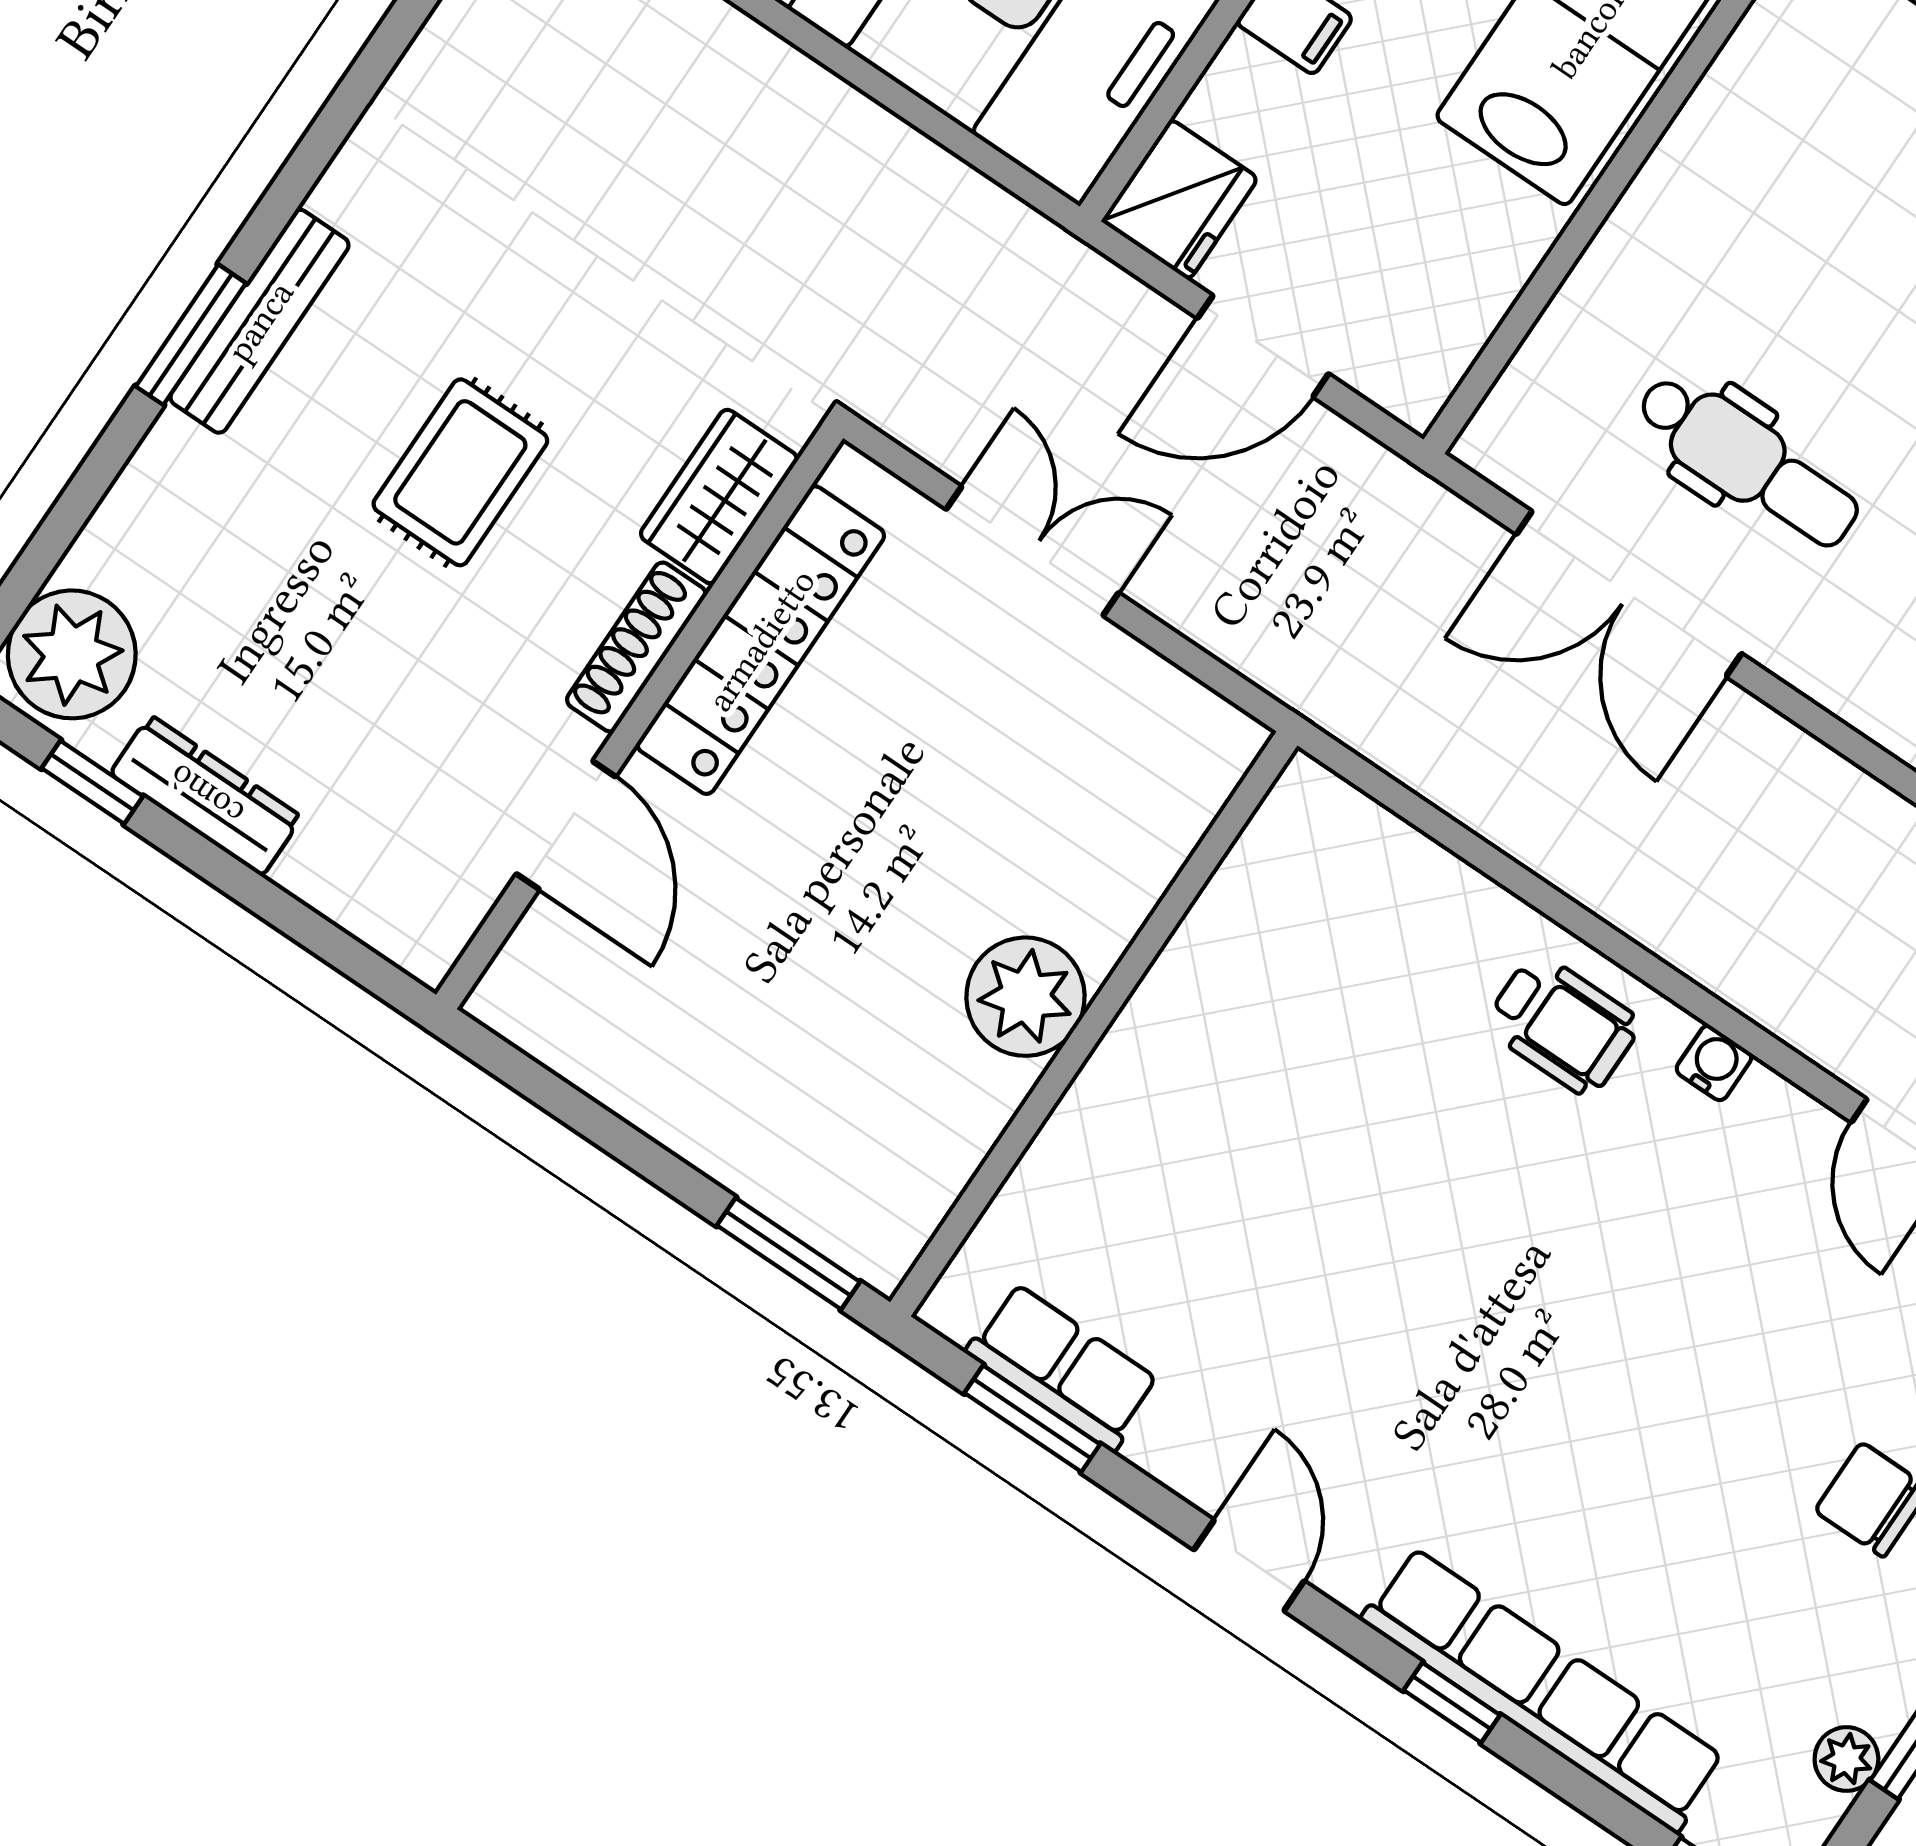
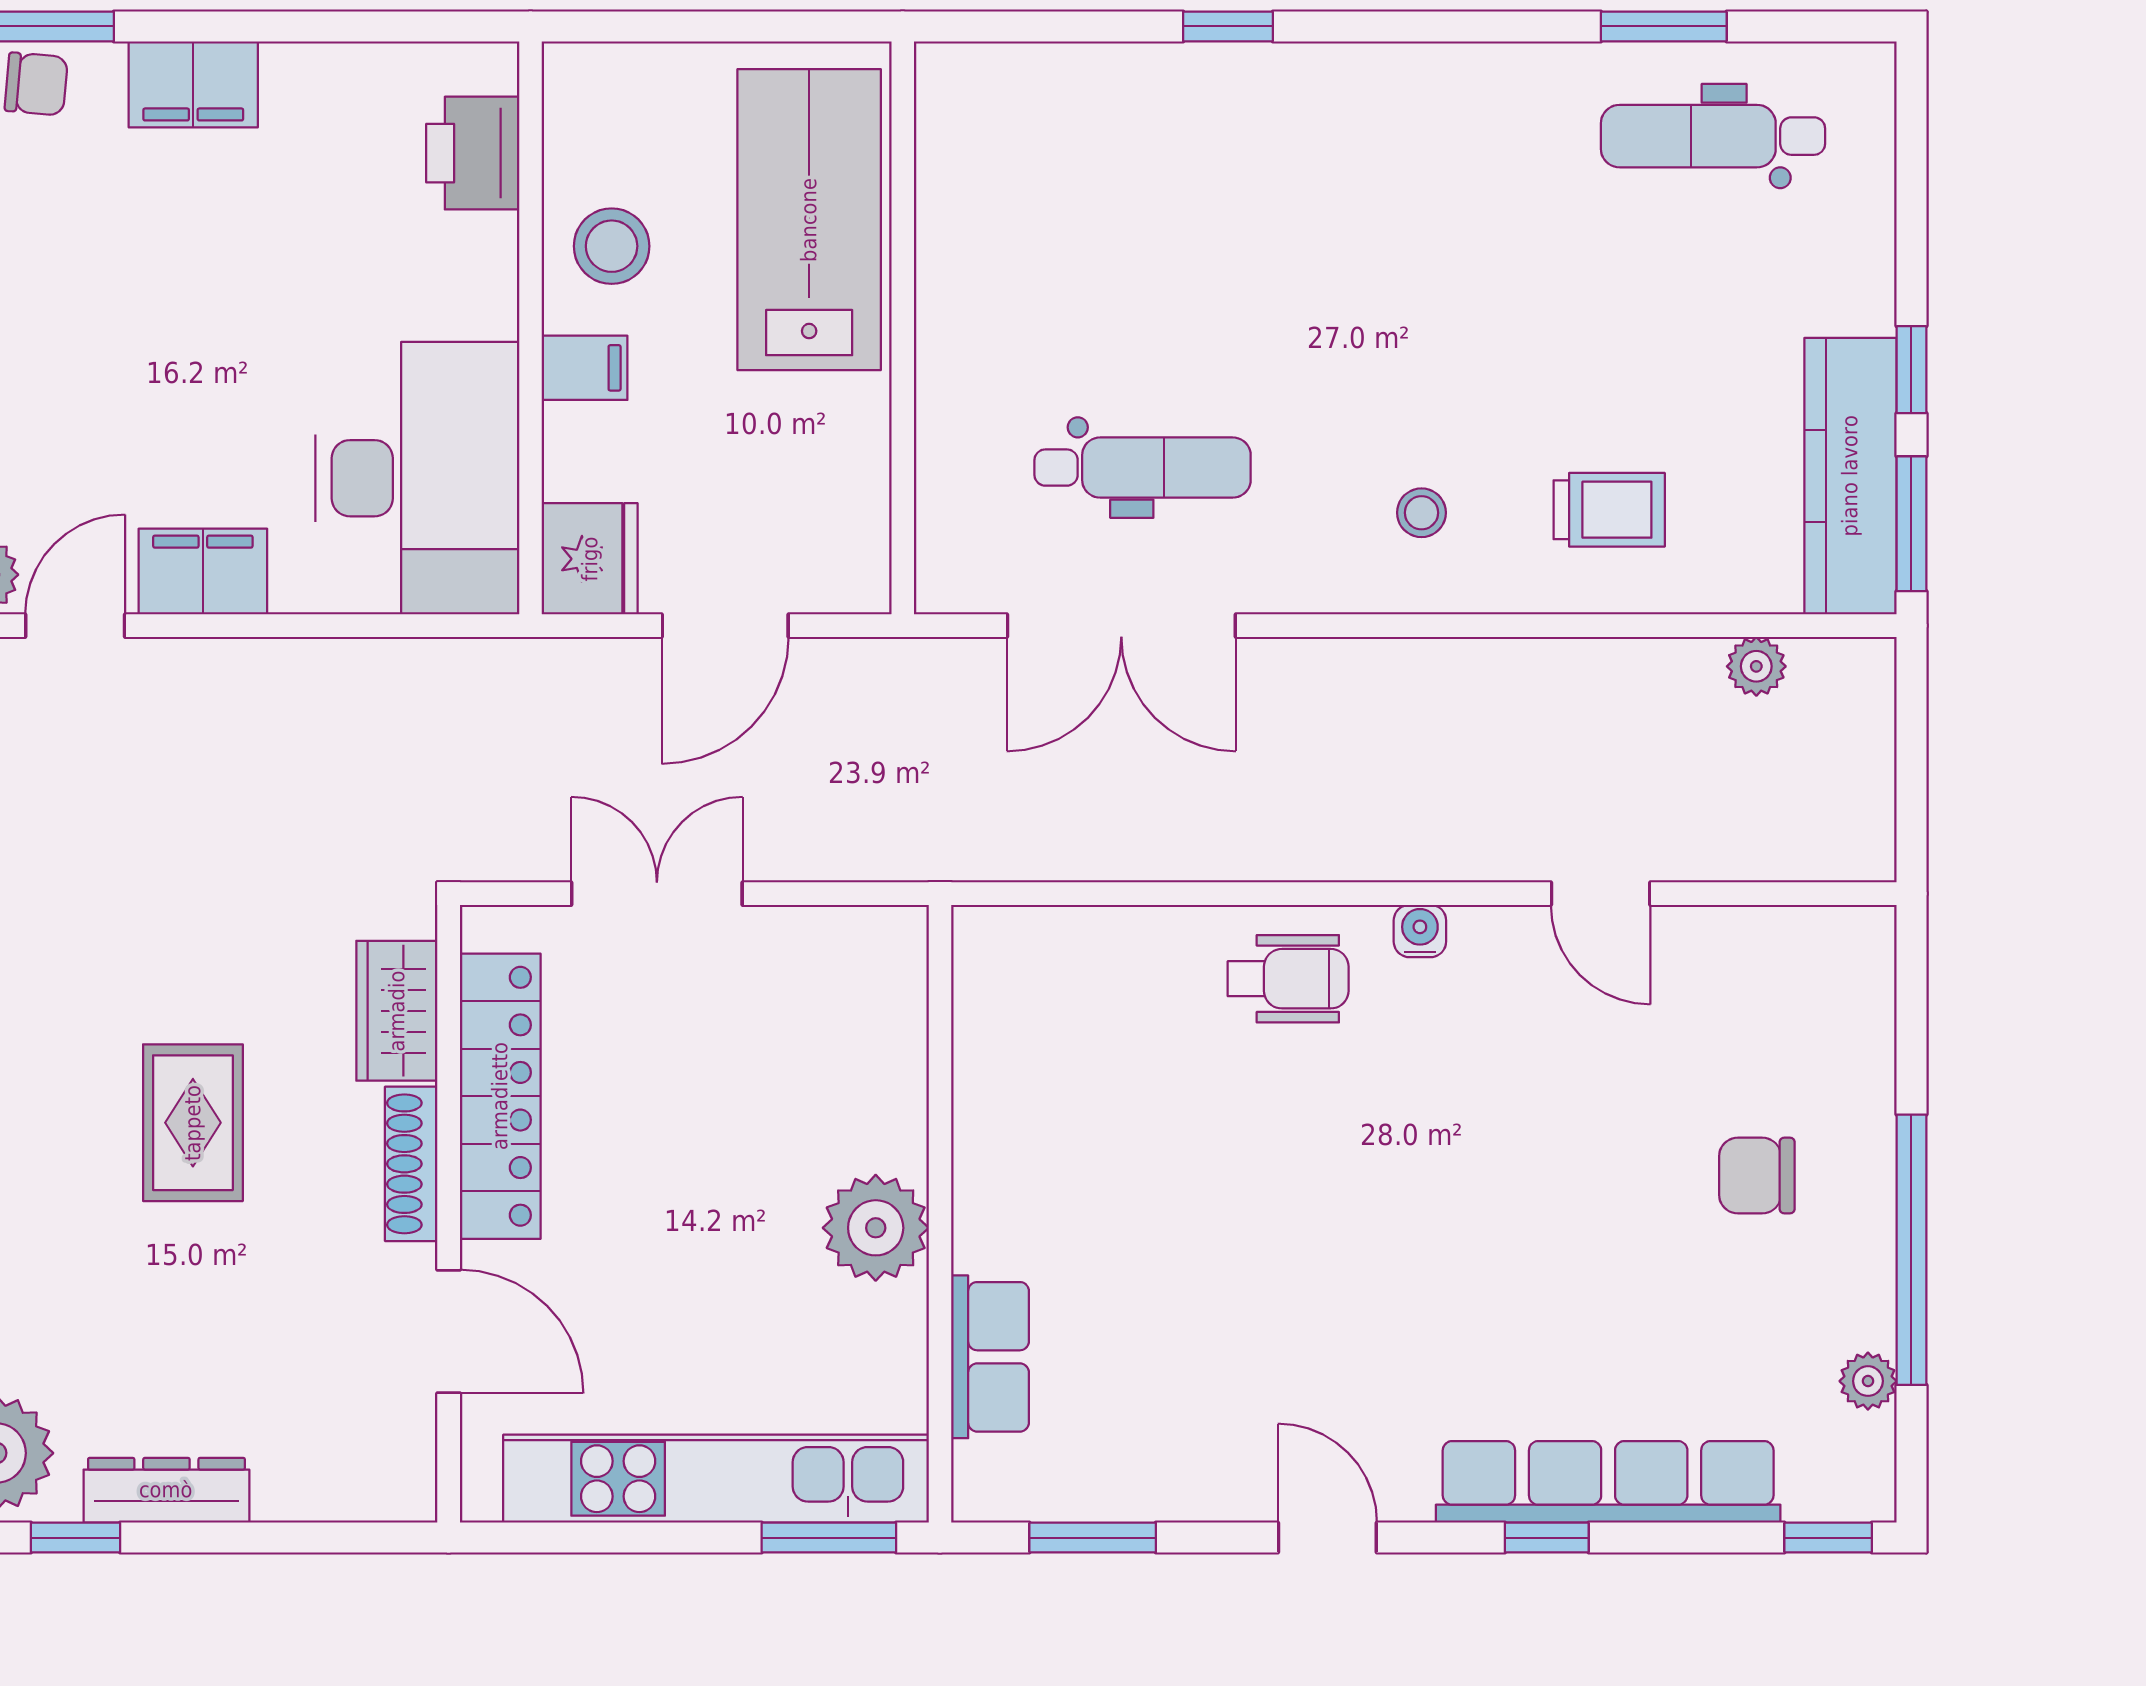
kitchen unit: (721, 1129) -> (716, 1479), added
row of seats: (1063, 1367) -> (990, 1357), moved, turned 90

